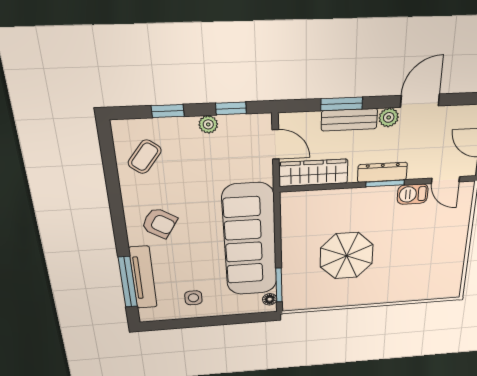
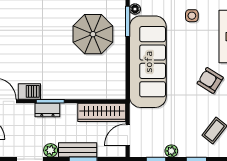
door: (276, 144) -> (128, 135), hinge flipped
dresser: (382, 172) -> (47, 110), width x0.70
parasol: (347, 256) -> (93, 34), moved

